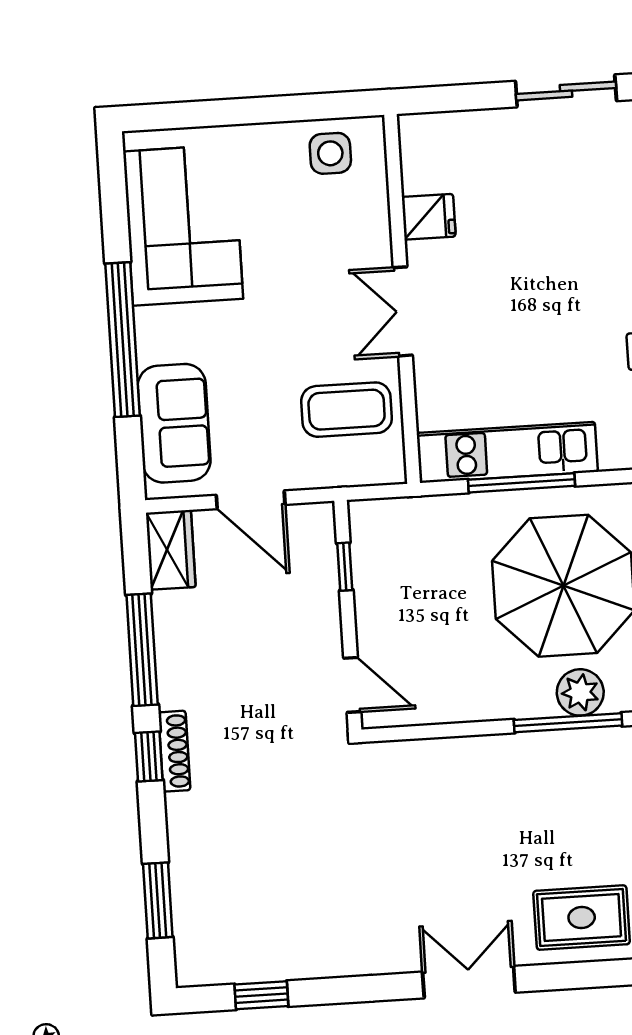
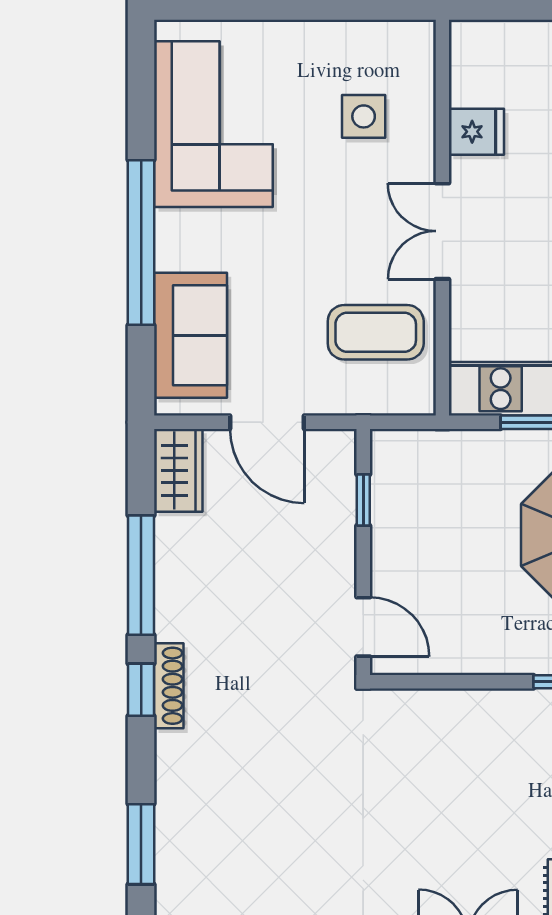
side table: (330, 153) -> (364, 116), moved

